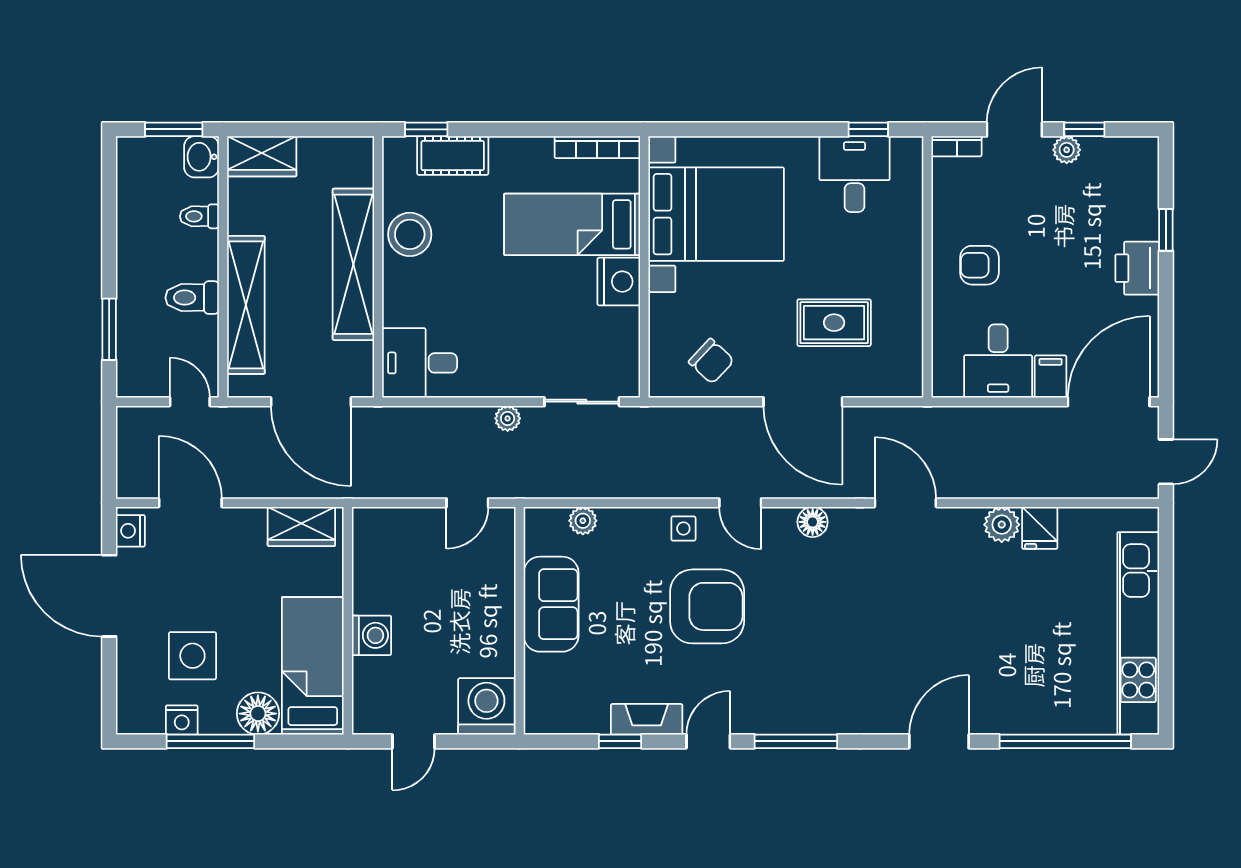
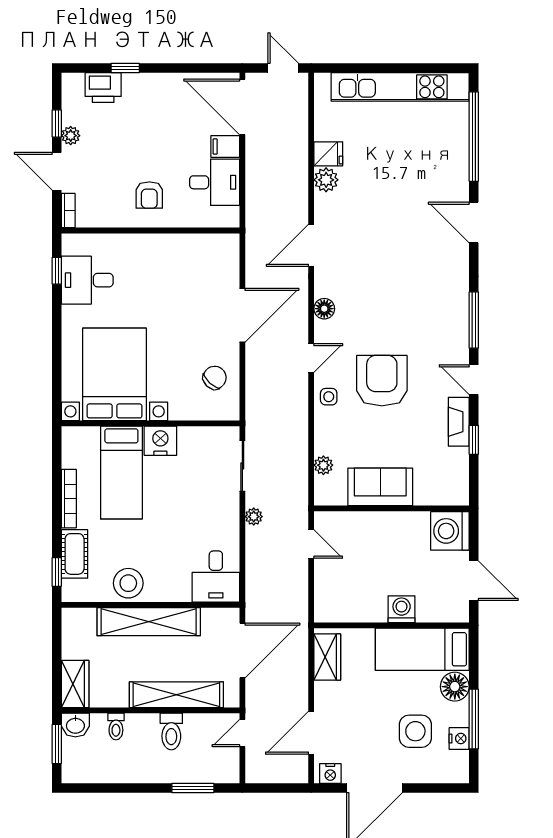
bookcase: (597, 147) -> (69, 499), moved
printer: (1137, 268) -> (103, 87), moved
rug: (834, 323) -> (188, 294), removed
door: (414, 741) -> (474, 581), width x1.38

